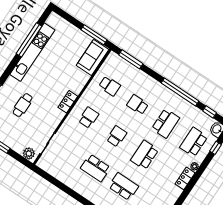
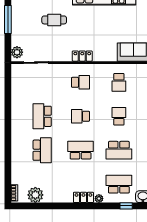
school desk: (117, 136) -> (81, 116), turned 180

